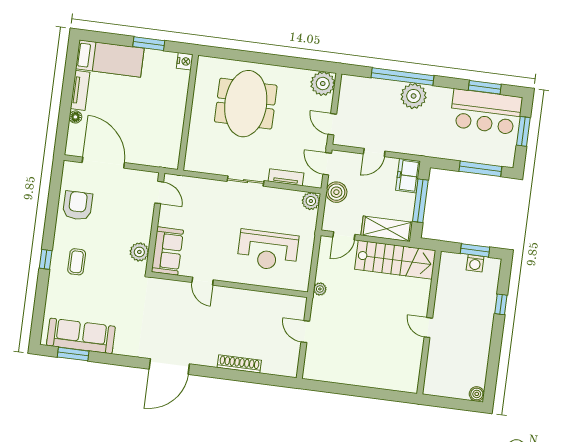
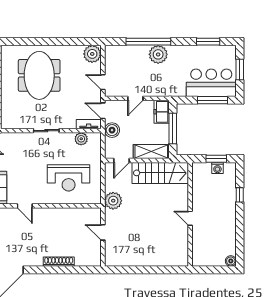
bar counter: (486, 112) -> (211, 83), moved, turned 180
tv unit: (286, 177) -> (89, 124), moved
plant: (311, 201) -> (81, 139), moved
plant: (320, 289) -> (113, 201), width x1.88, depth x1.88

